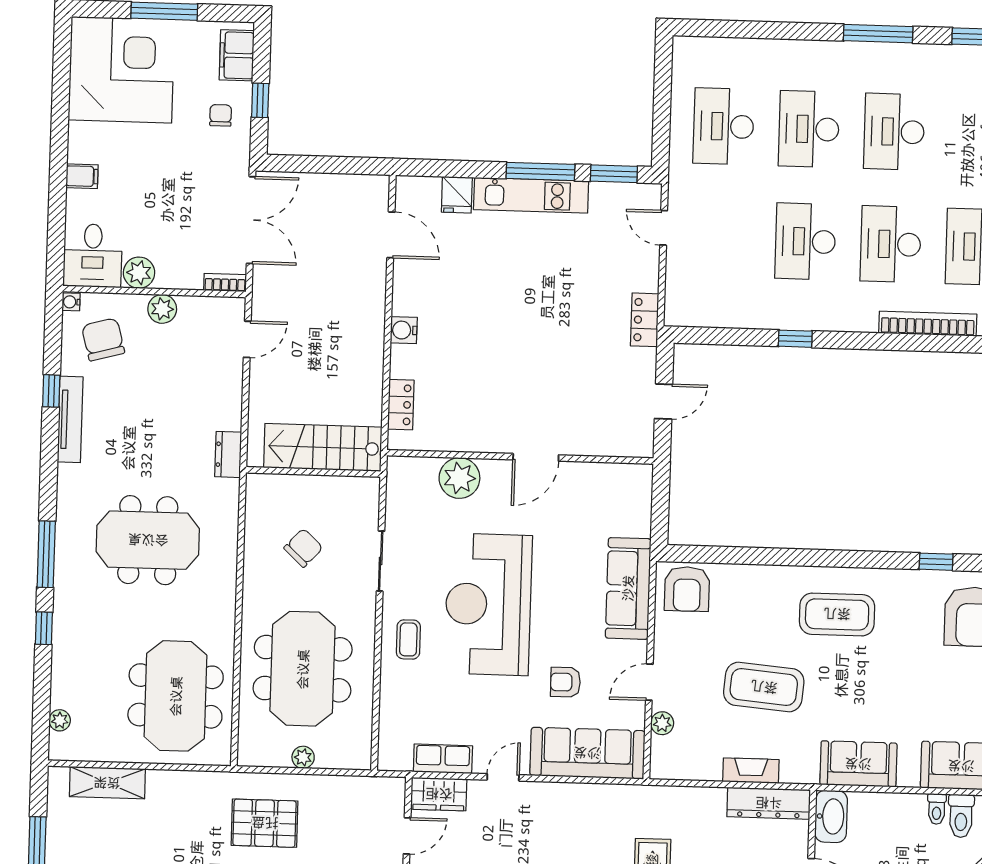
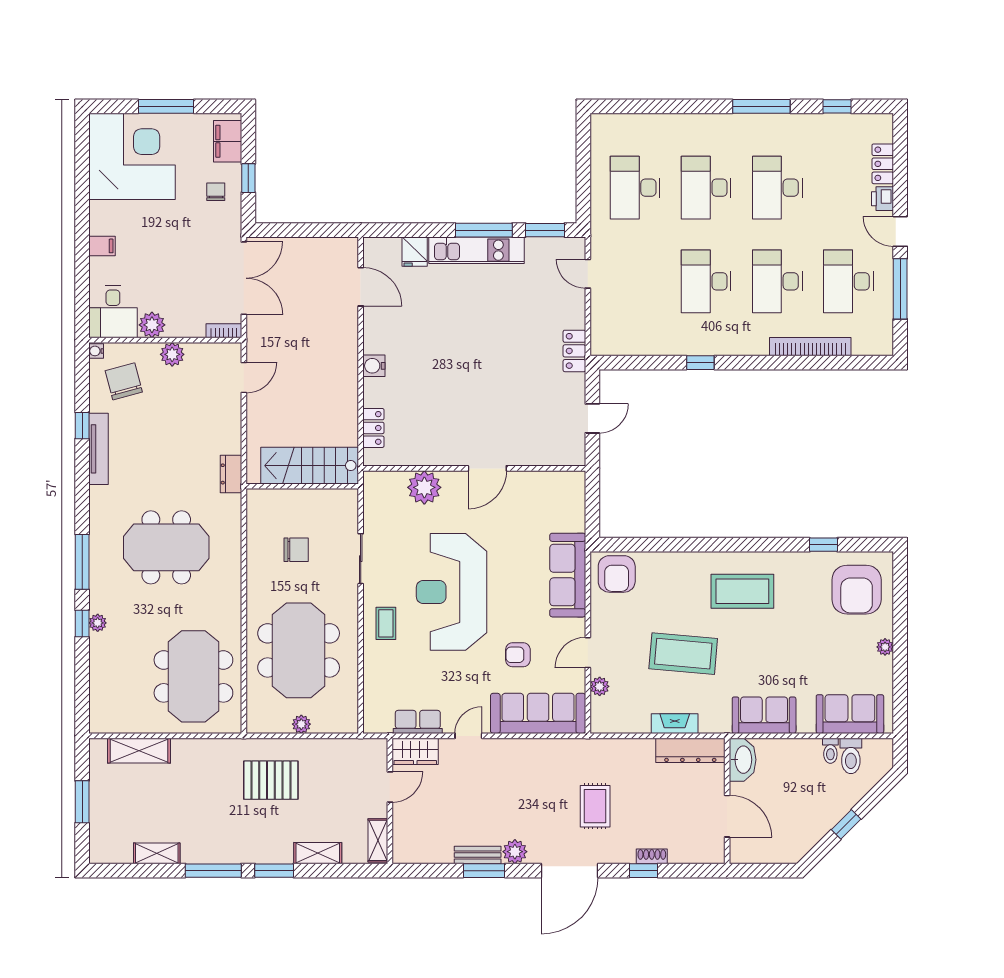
chair: (303, 548) -> (296, 550), turned 47
plant: (60, 720) -> (98, 623), moved

